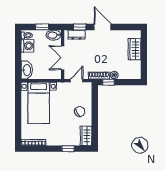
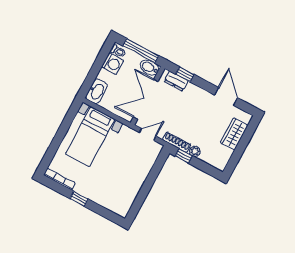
window: (42, 27) -> (141, 51), width x2.17
door: (103, 27) -> (226, 96), moved
double door: (63, 58) -> (146, 99), width x1.37
chair: (80, 112) -> (132, 172), removed
wardrobe: (86, 136) -> (124, 204), removed
window: (68, 149) -> (79, 199), moved

